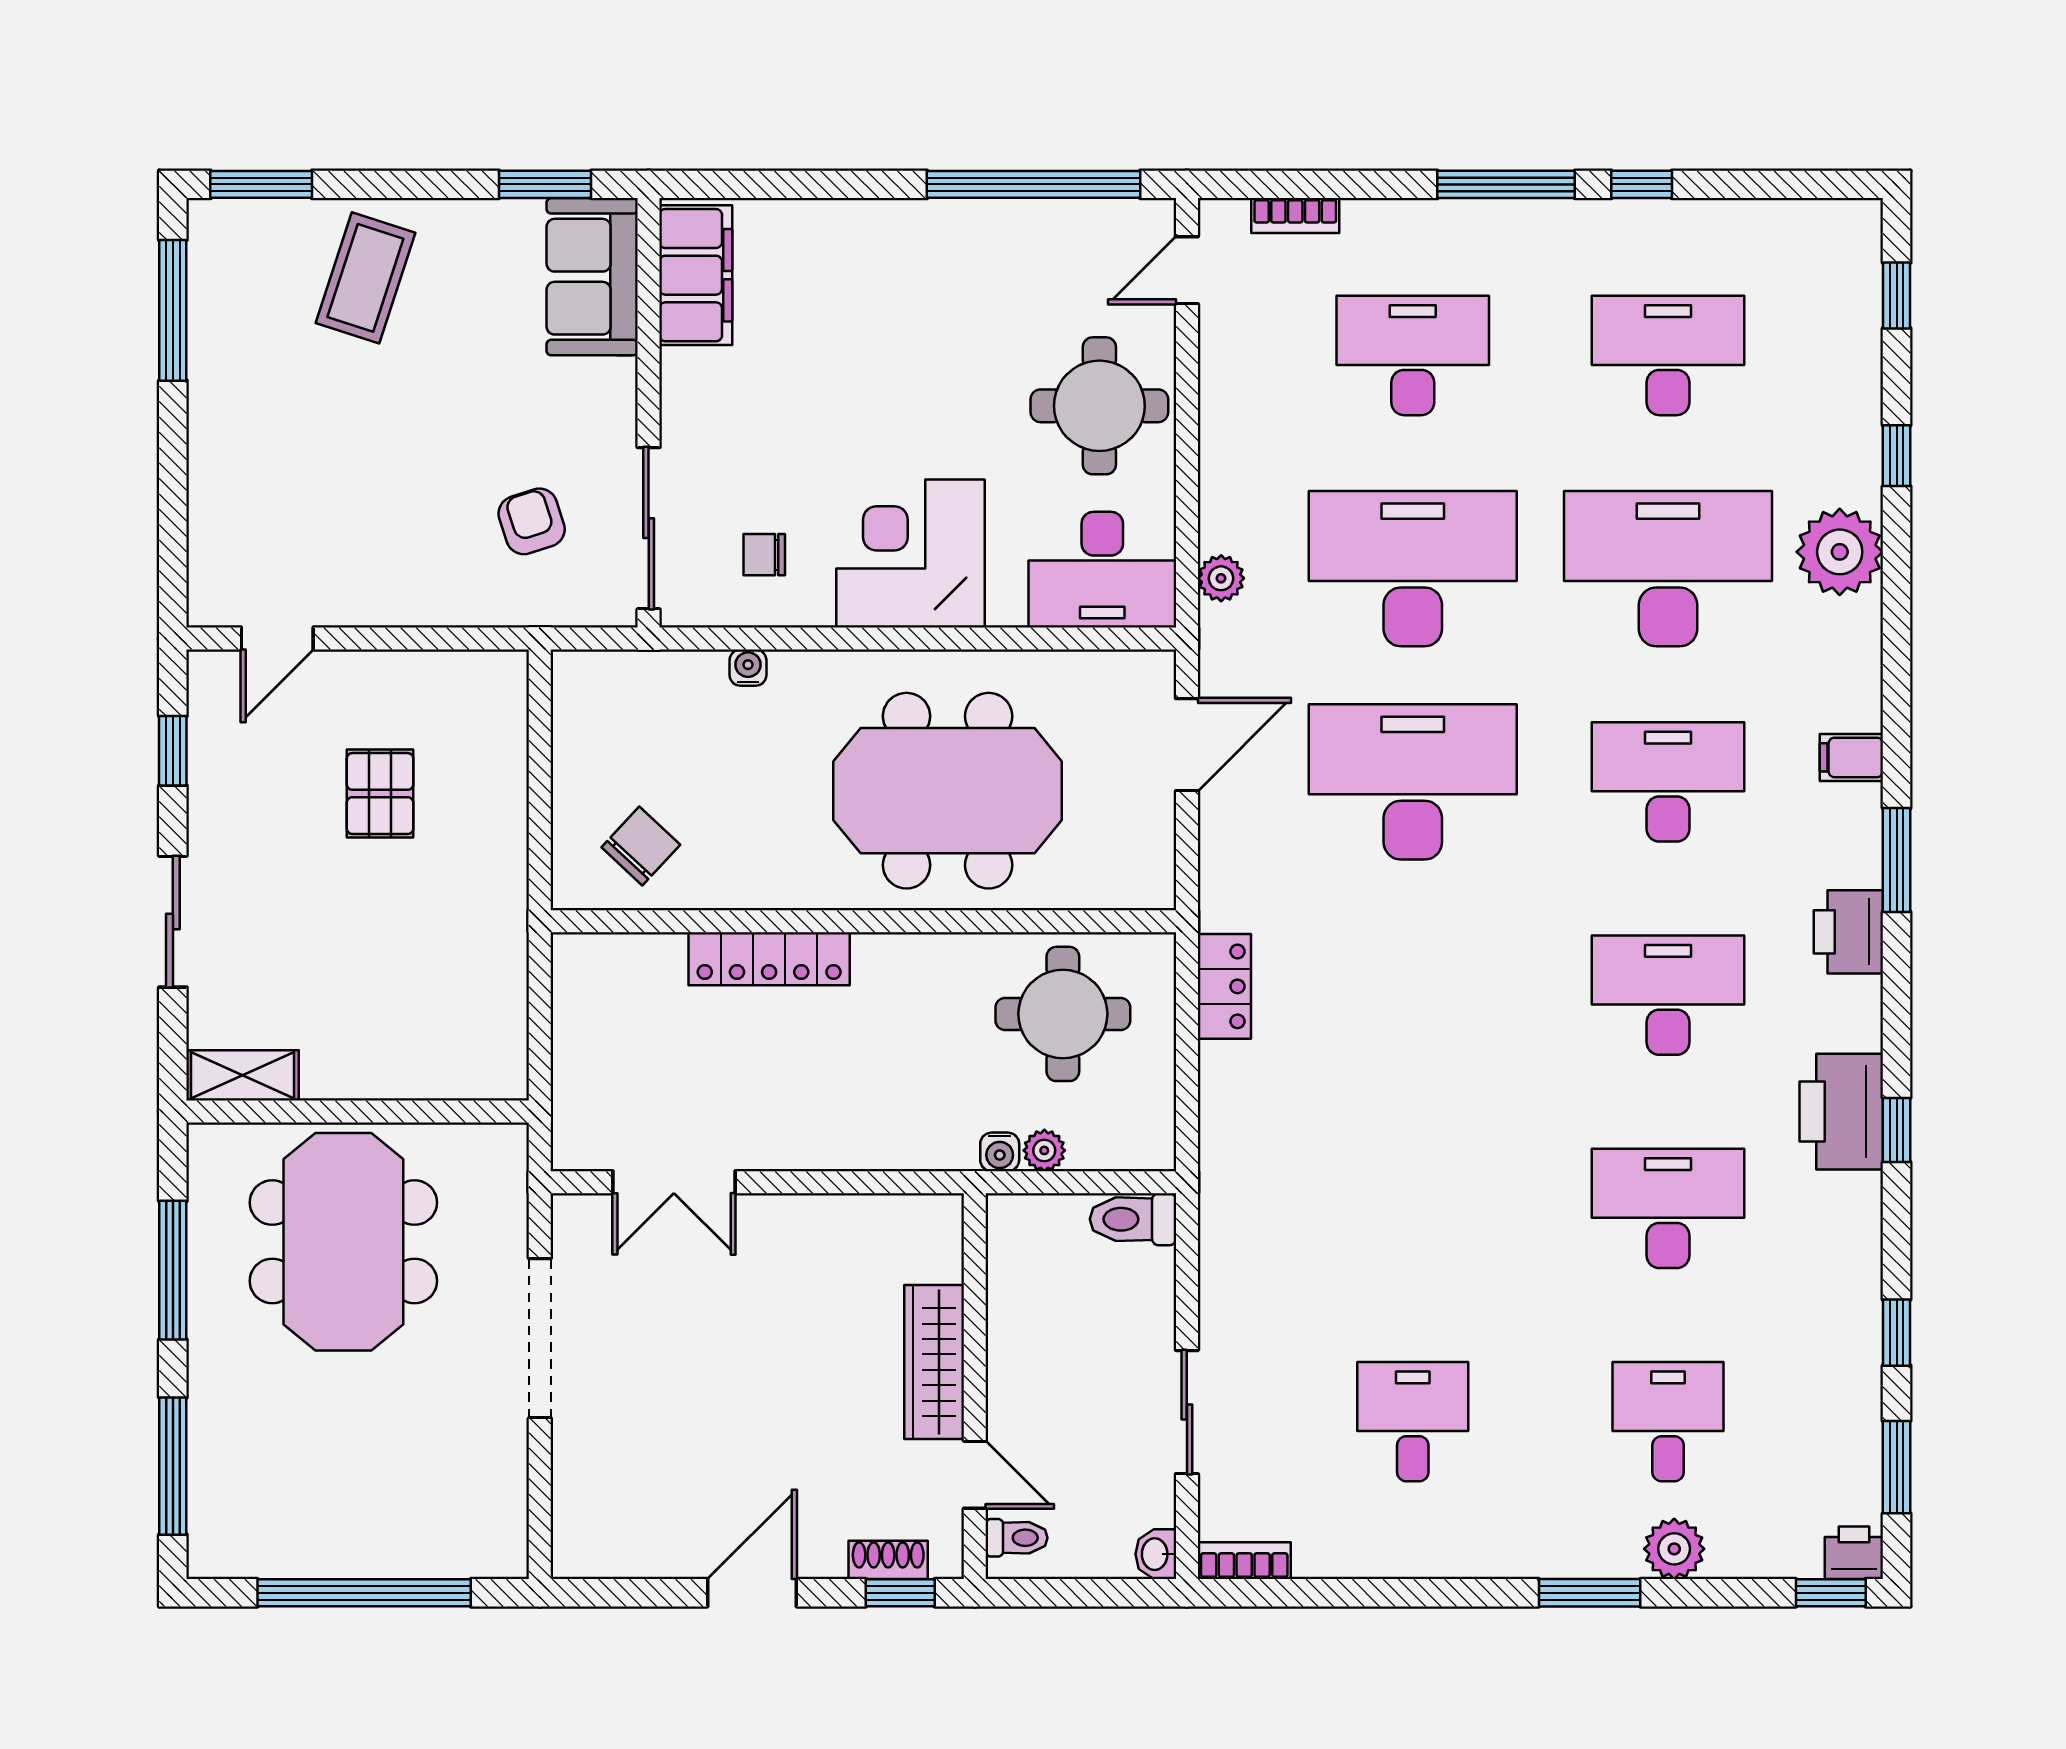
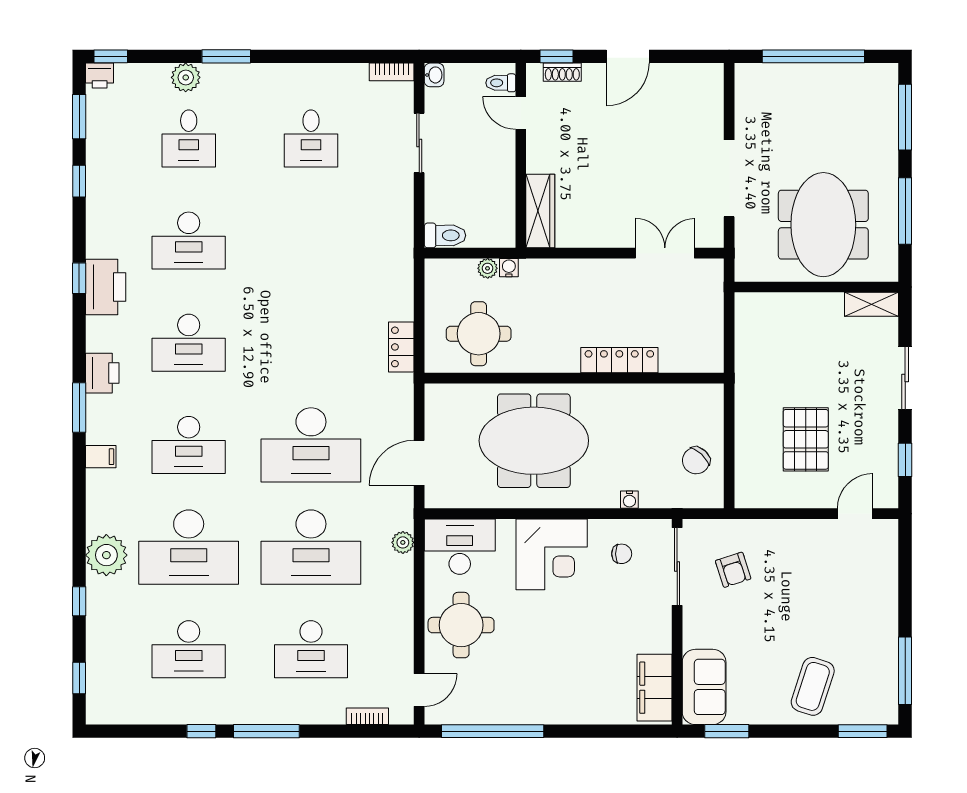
pallet: (380, 794) -> (806, 439), width x1.50, depth x1.42
chair: (641, 846) -> (696, 461), moved
wardrobe: (934, 1362) -> (540, 211), moved

